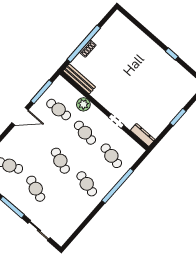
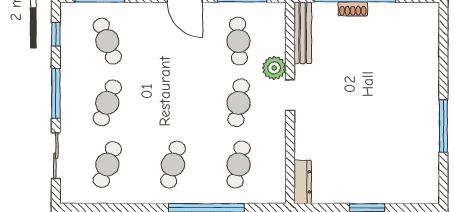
window: (172, 54) -> (443, 126), width x2.17
doorway: (116, 121) -> (290, 95), moved
cafe table: (60, 161) -> (107, 165), moved

